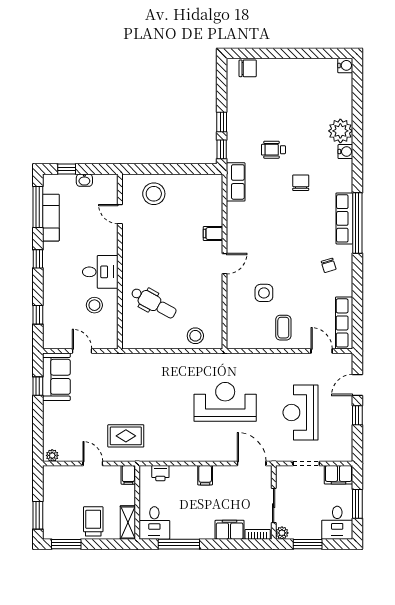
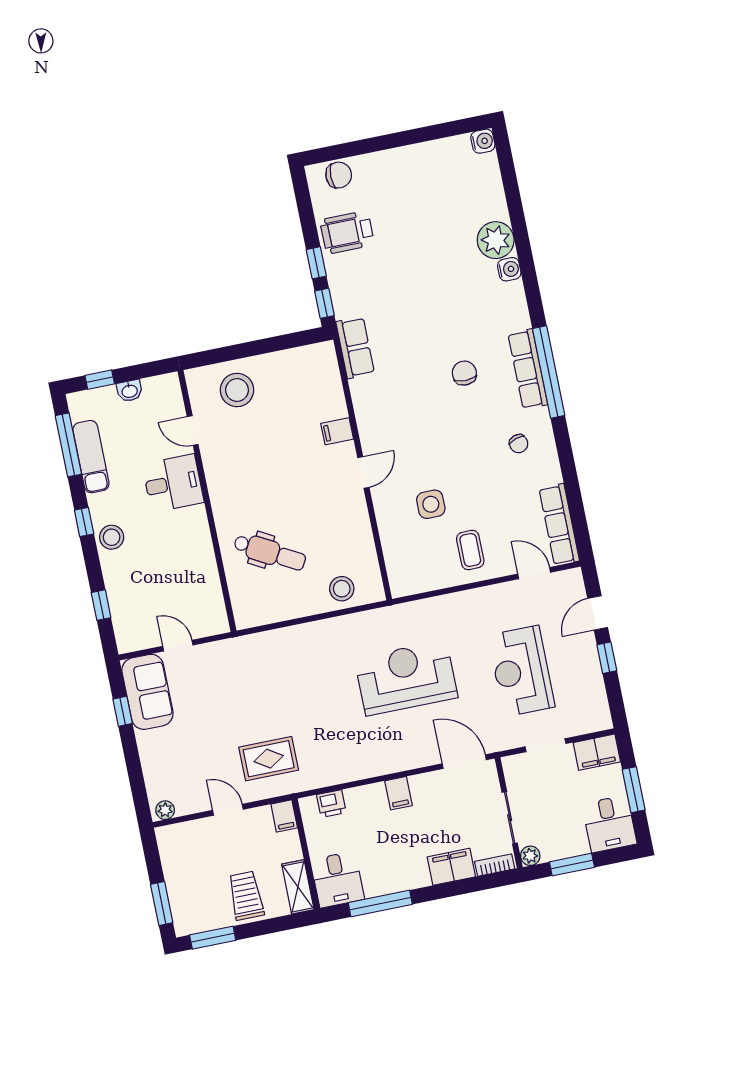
wheelchair: (273, 150) -> (347, 232), moved, width x1.36, depth x1.37
chair: (301, 183) -> (464, 373), moved
desk: (100, 272) -> (173, 483), moved
stool: (94, 305) -> (112, 537), moved

